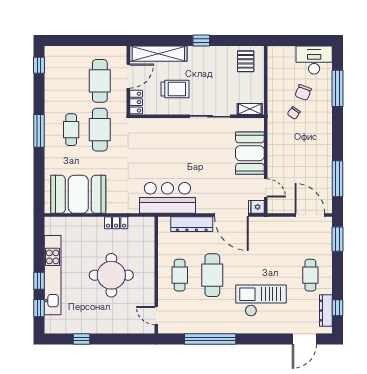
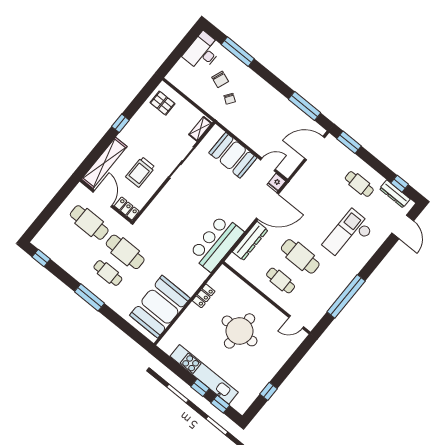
trolley: (175, 89) -> (140, 172), turned 180

